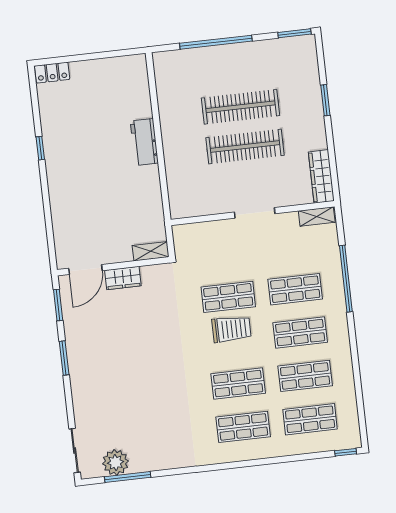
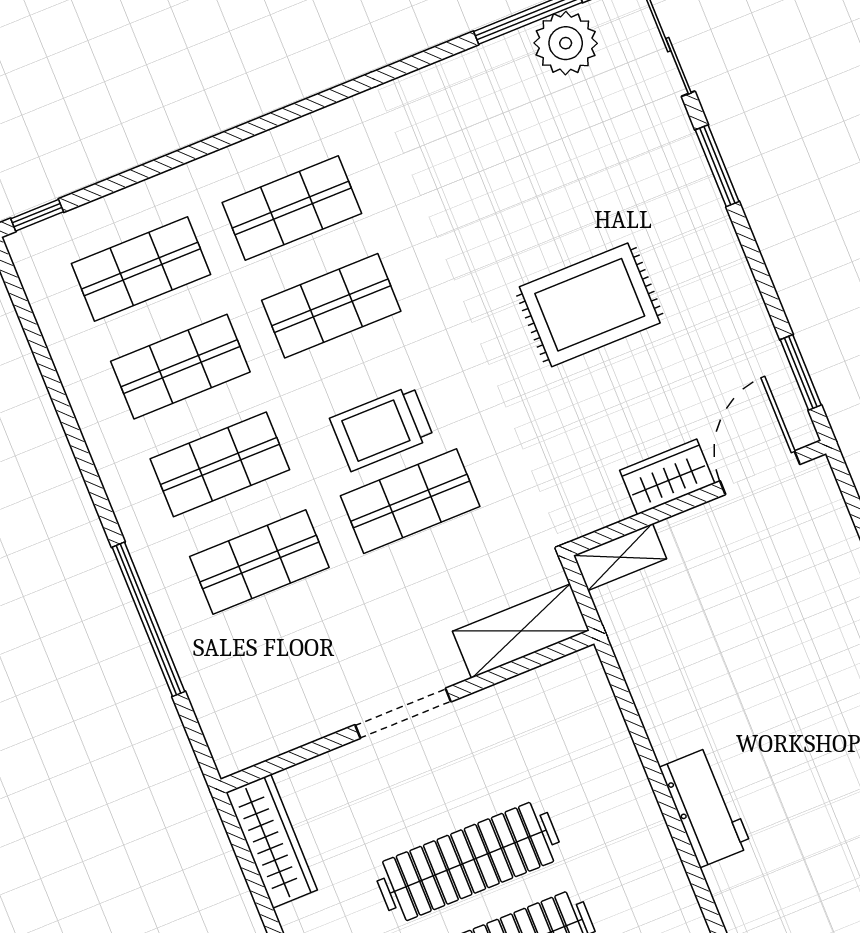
shelving: (317, 217) -> (521, 631), moved, width x1.50, depth x1.33
rug: (135, 355) -> (590, 305), added
window: (64, 358) -> (717, 166), moved

